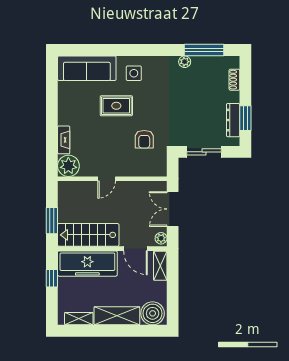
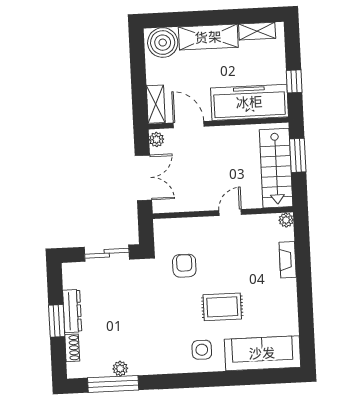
plant: (185, 62) -> (120, 369), moved
window: (245, 118) -> (57, 321), moved
dresser: (233, 120) -> (72, 311), moved
plant: (68, 166) -> (286, 220), width x0.53, depth x0.53
stairs: (88, 235) -> (276, 168), moved, turned 90

